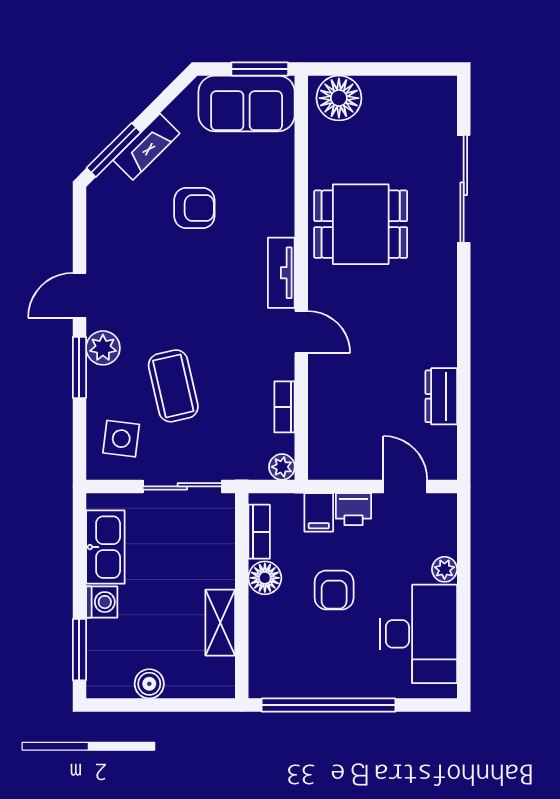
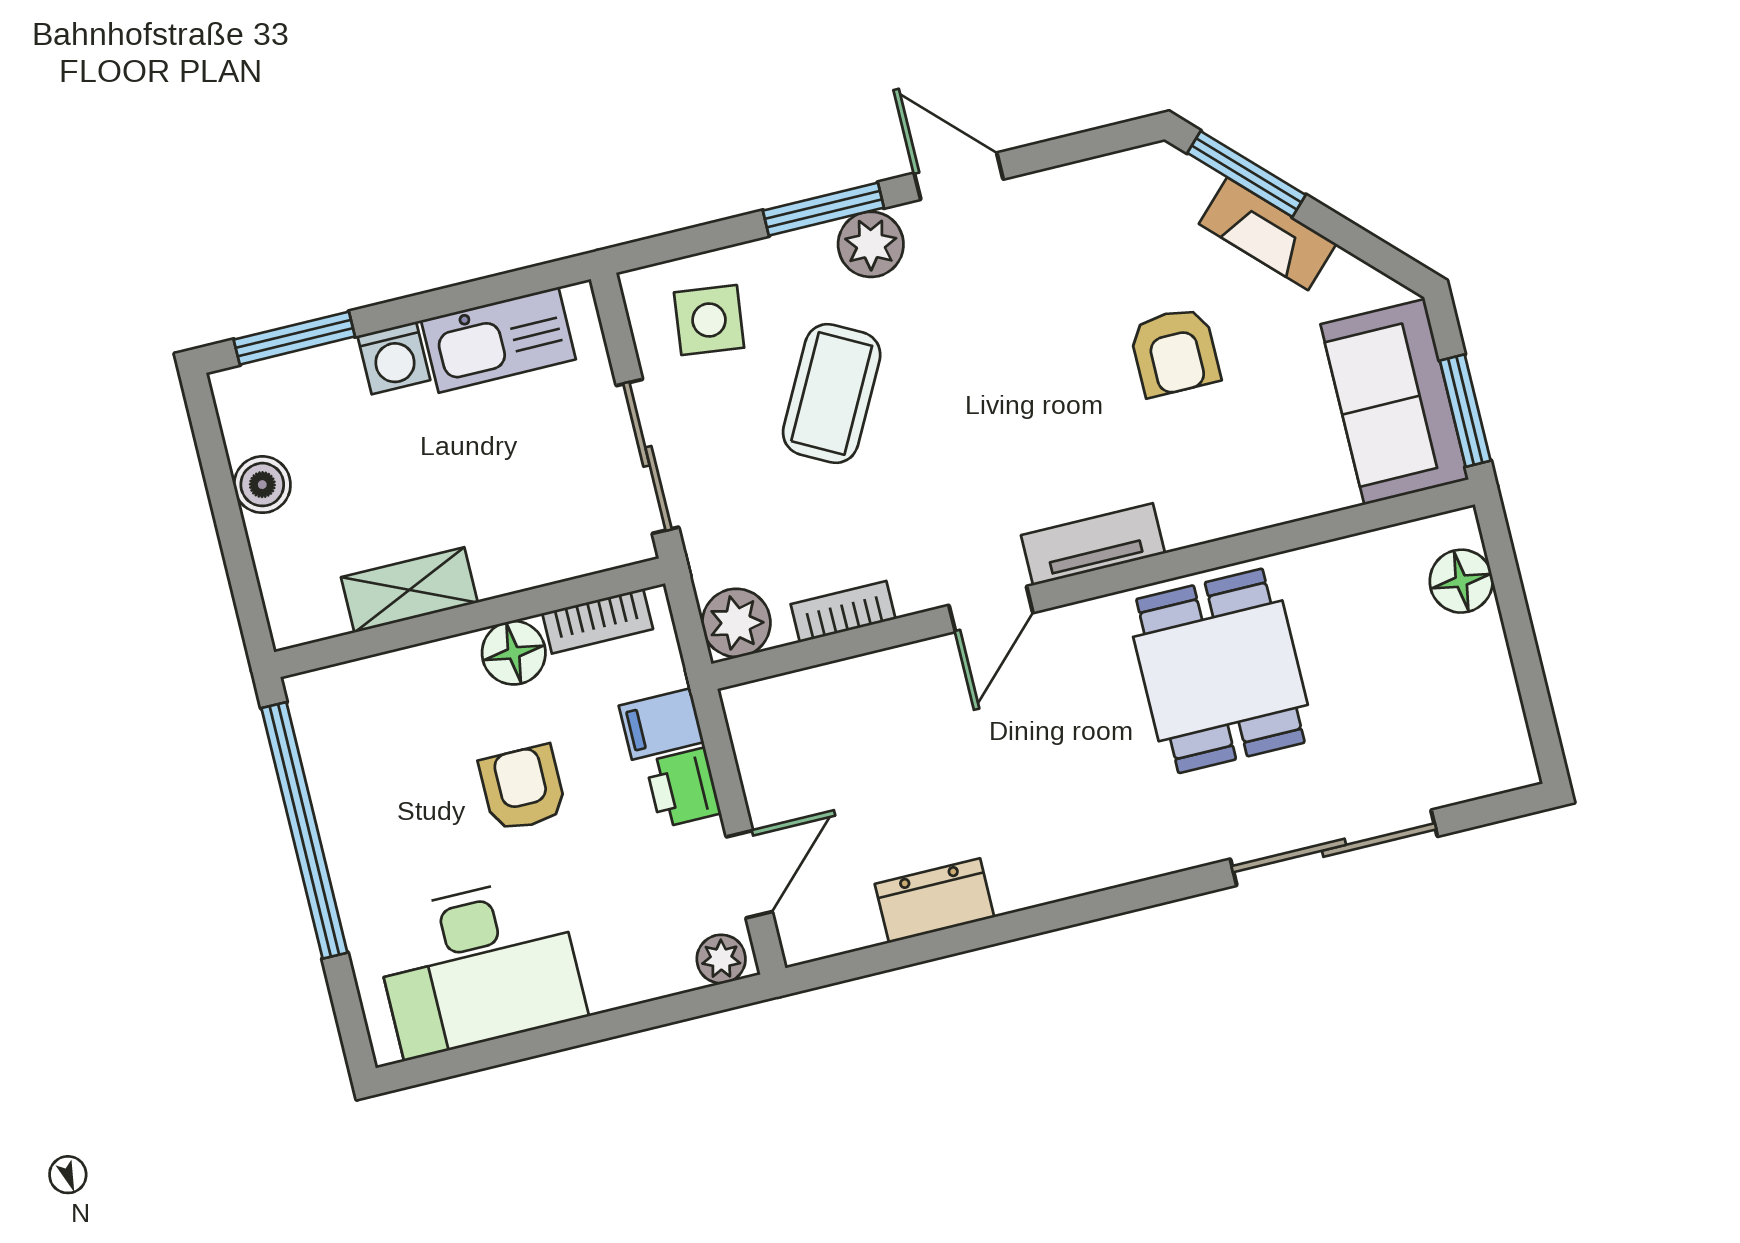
floor lamp: (339, 98) -> (1461, 581), width x0.73, depth x0.73
coffee table: (173, 386) -> (832, 394), turned -49
plant: (282, 467) -> (736, 623), width x1.38, depth x1.38
plant: (444, 569) -> (721, 959), moved
armchair: (334, 590) -> (523, 788), turned 90

